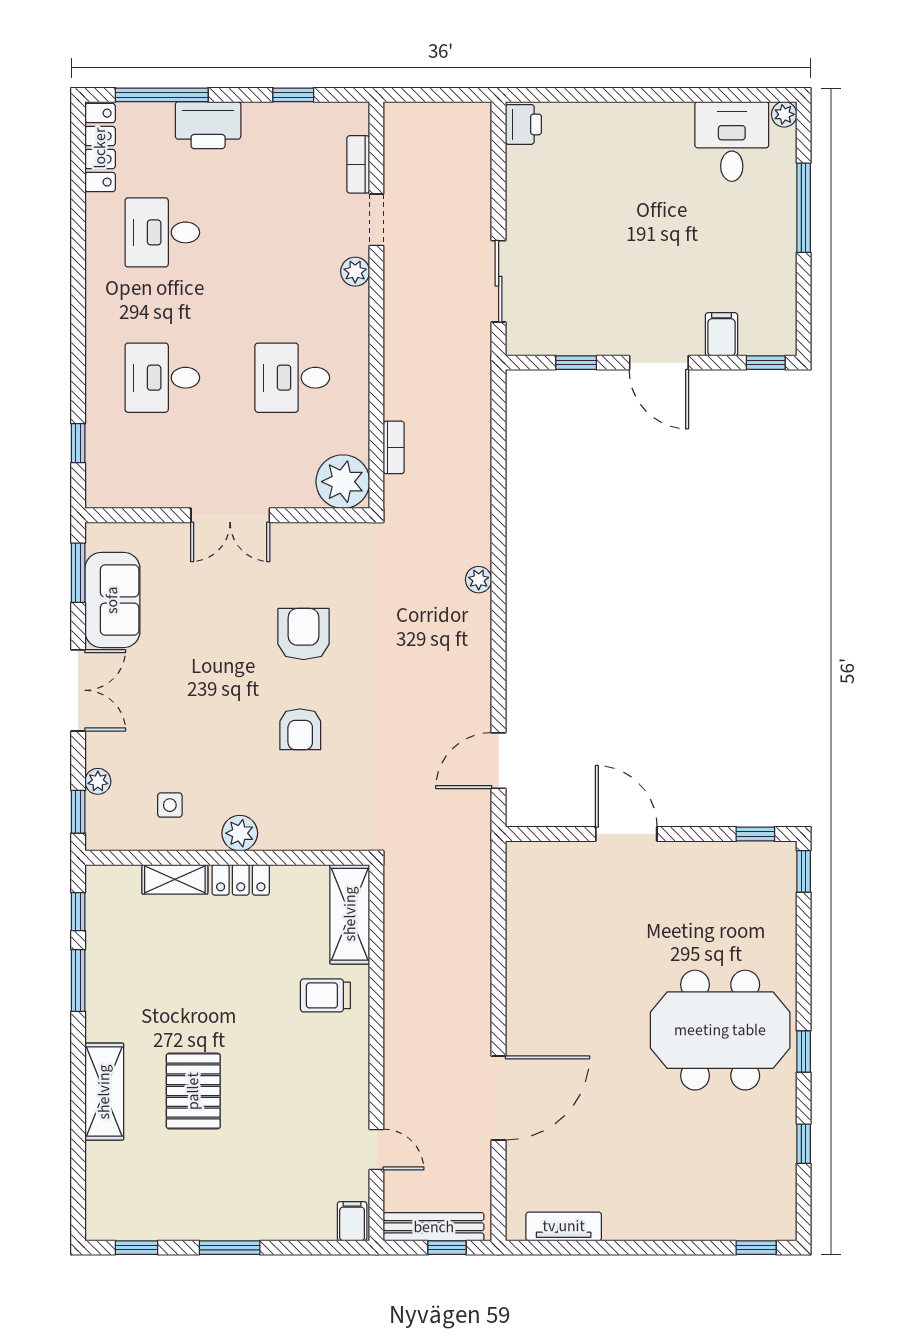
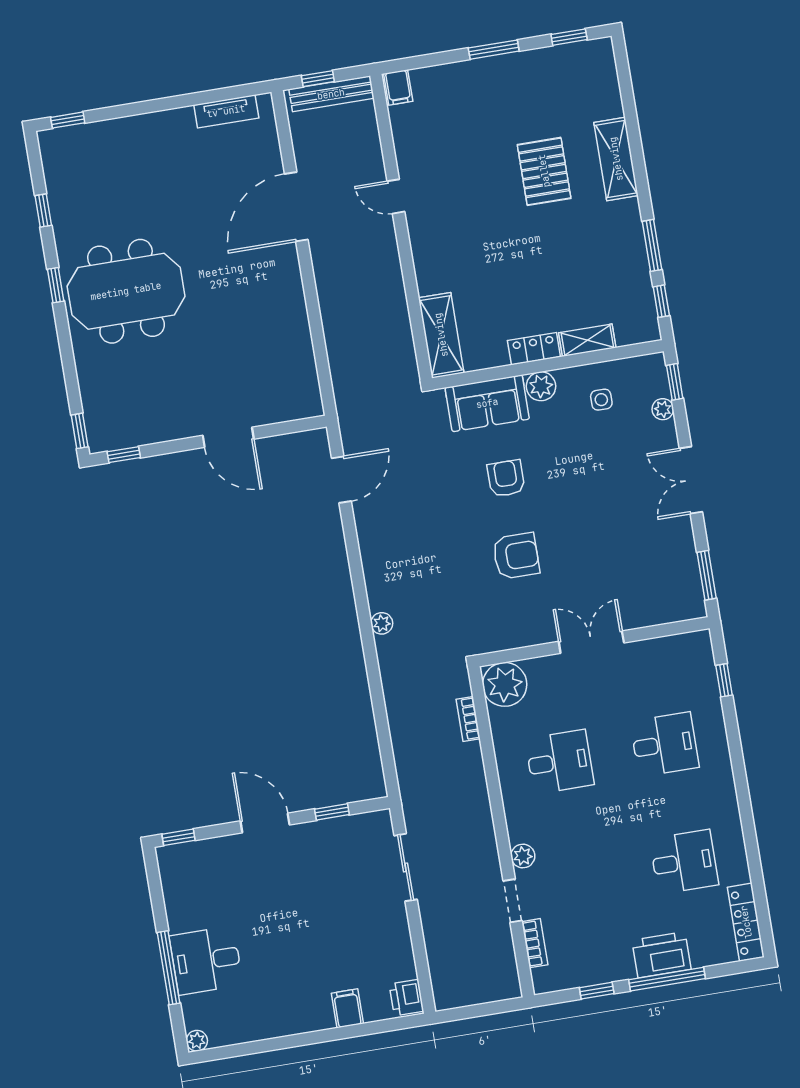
window: (162, 95) -> (667, 979), moved
desk: (732, 141) -> (206, 960), moved, turned 90
filing cabinet: (721, 334) -> (347, 1008), moved, turned 180
sofa: (112, 600) -> (487, 403), moved, turned -90
armchair: (304, 634) -> (516, 556), turned -90
trolley: (325, 995) -> (450, 266), removed
door: (376, 1150) -> (396, 196), moved

